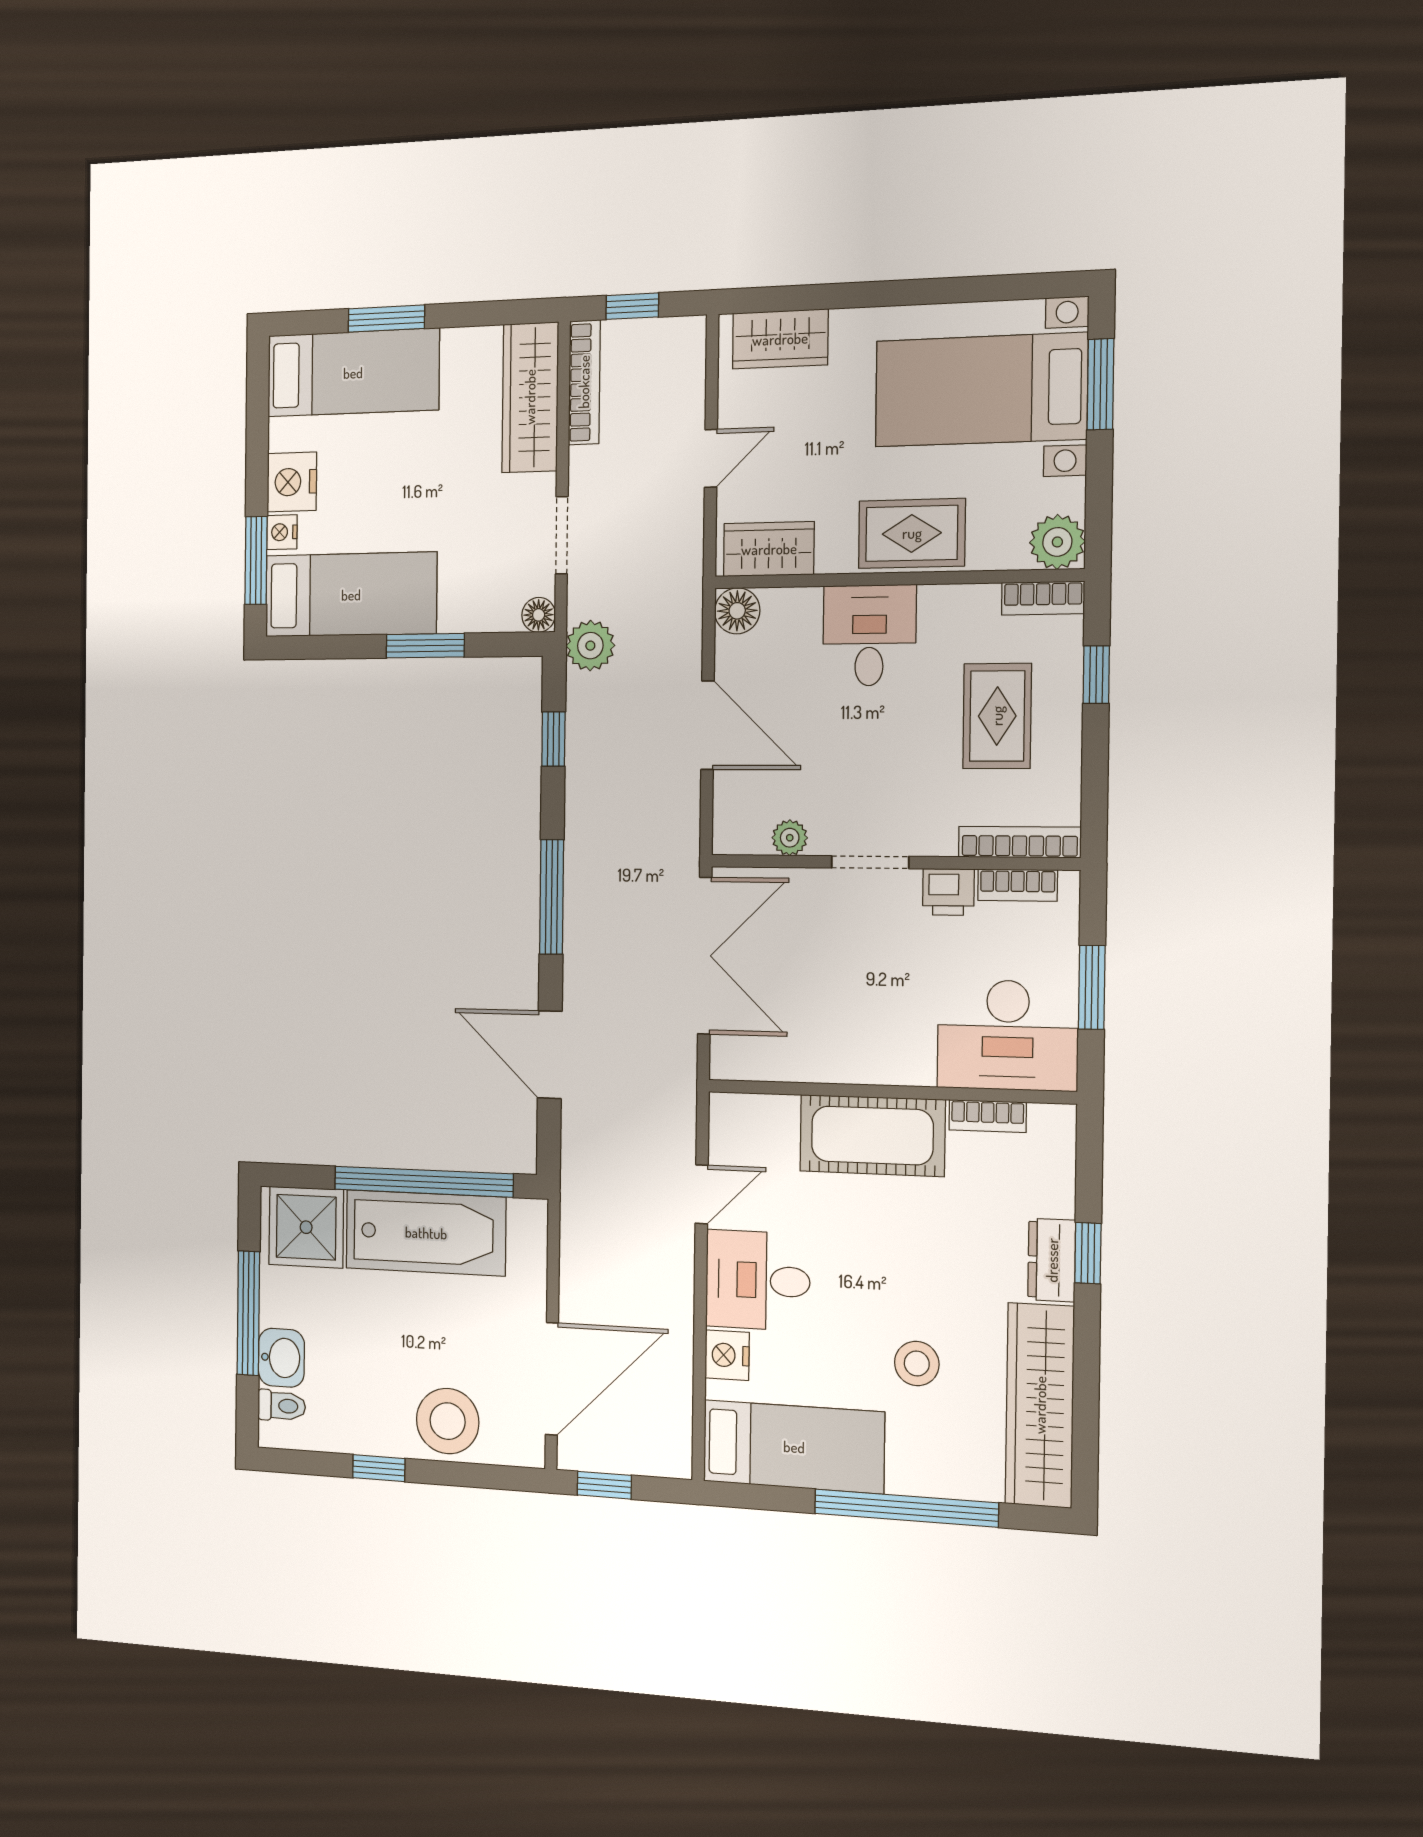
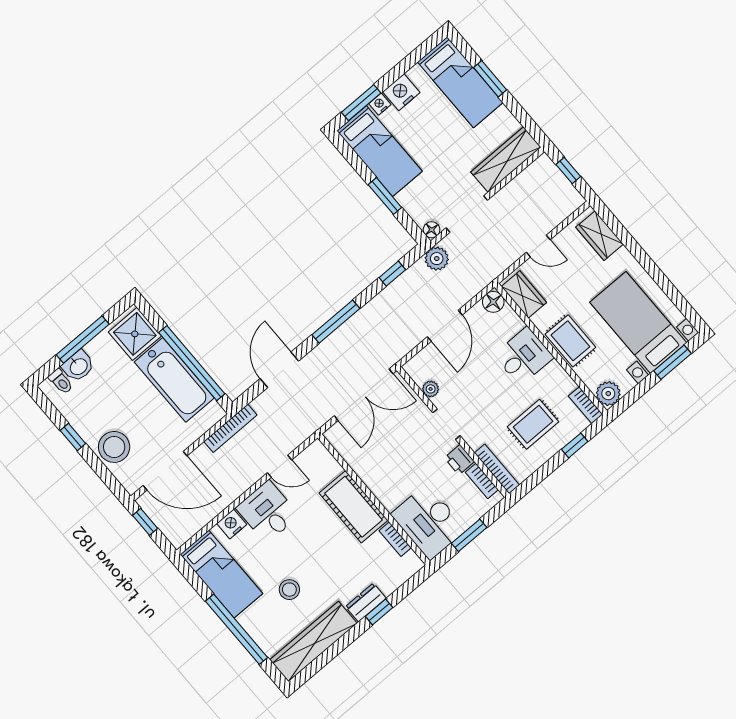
bookcase: (584, 382) -> (230, 428), moved
doorway: (562, 535) -> (467, 214), width x1.38

